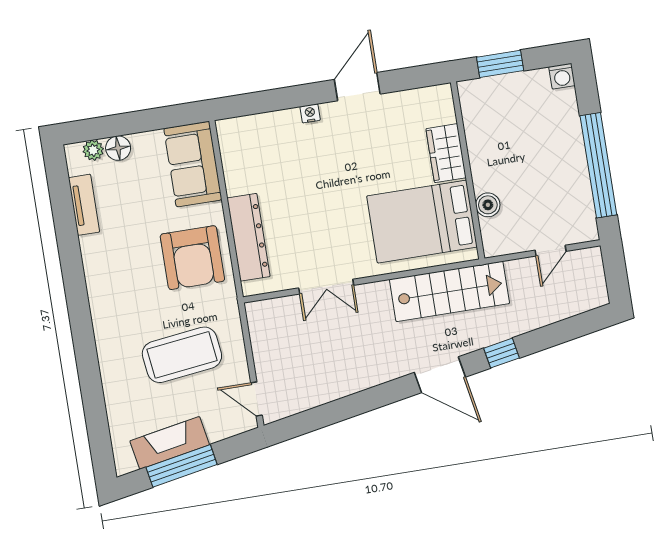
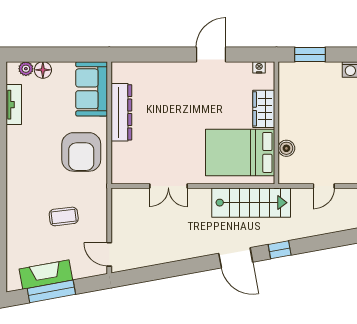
nightstand: (310, 113) -> (259, 67), moved
dresser: (249, 237) -> (121, 112), moved
coffee table: (182, 355) -> (64, 216), width x0.54, depth x0.58

